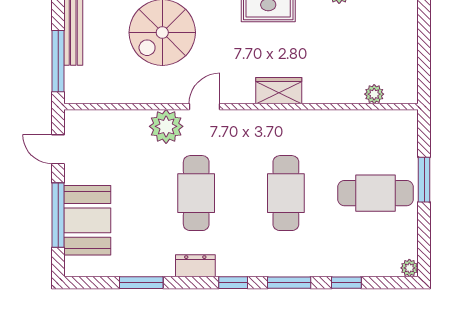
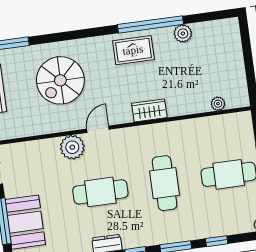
cafe table: (196, 193) -> (100, 192), turned 90

